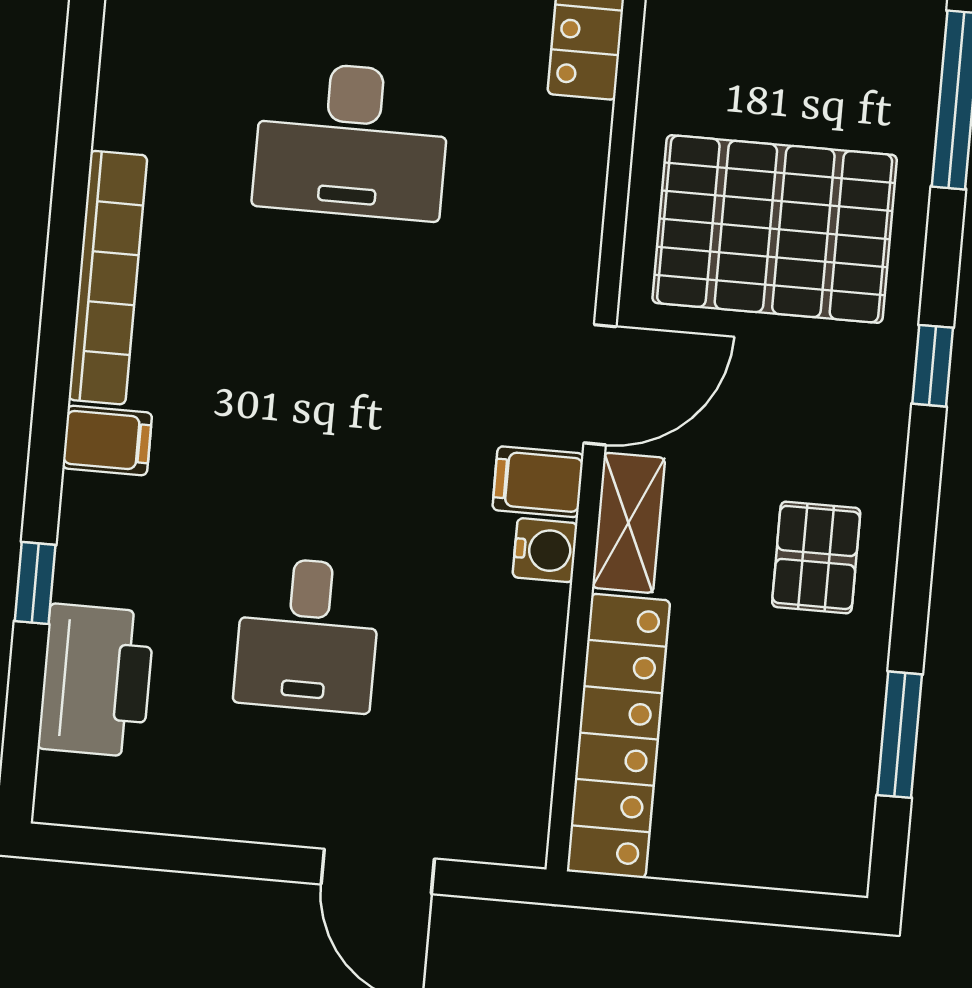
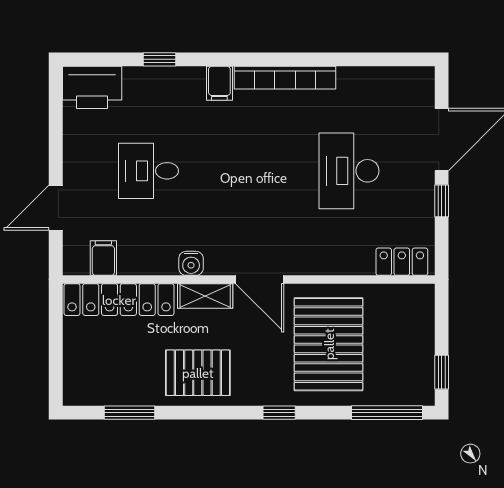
filing cabinet: (538, 482) -> (103, 258), moved
pallet: (816, 557) -> (198, 373), width x1.50, depth x1.42
printer: (96, 680) -> (92, 87), moved

